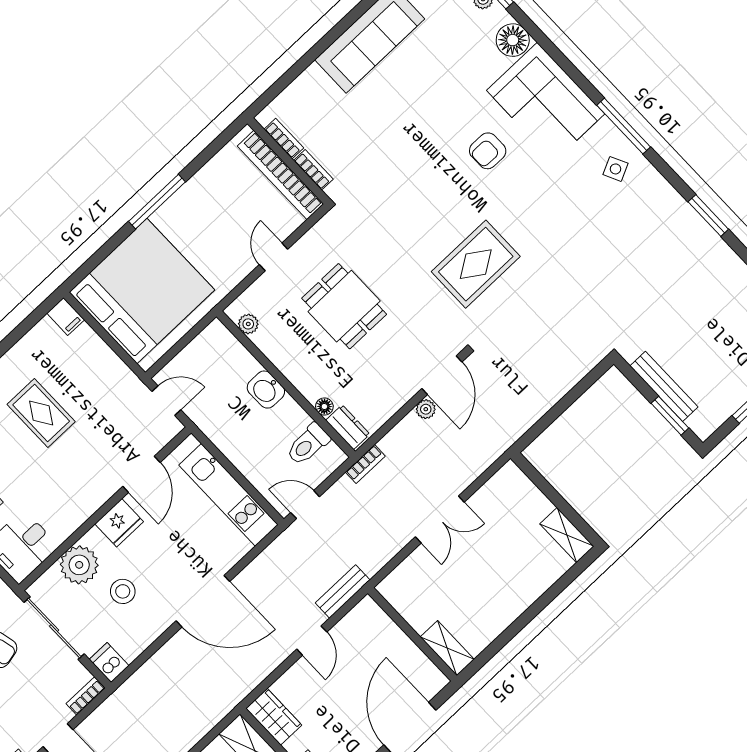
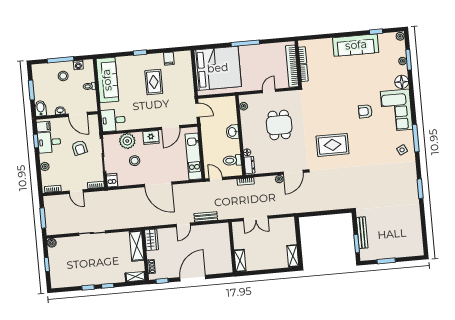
filing cabinet: (66, 316) -> (169, 59), moved
wall: (412, 634) -> (232, 247), moved
shelving: (447, 648) -> (240, 261), moved

